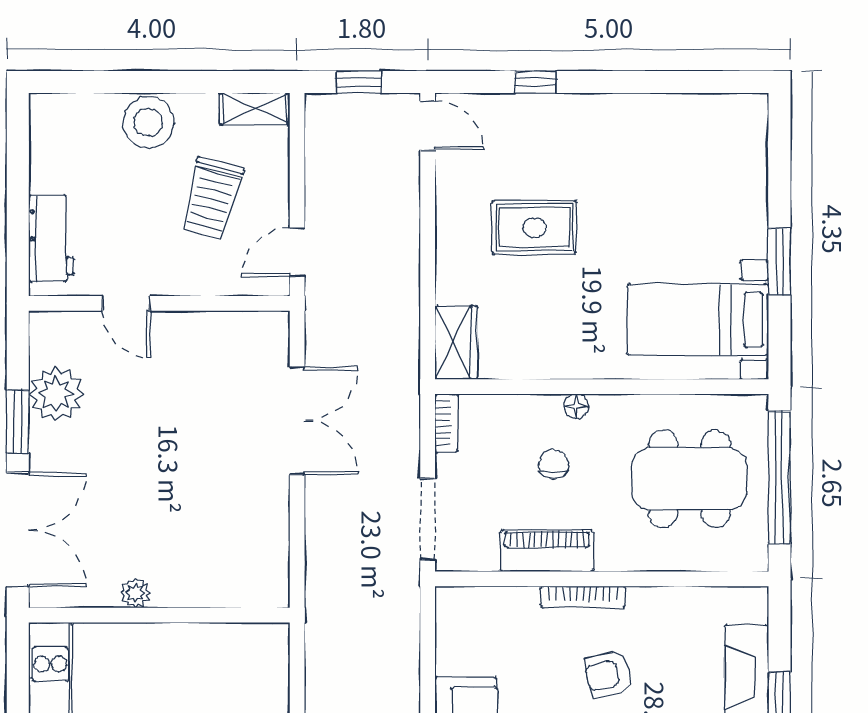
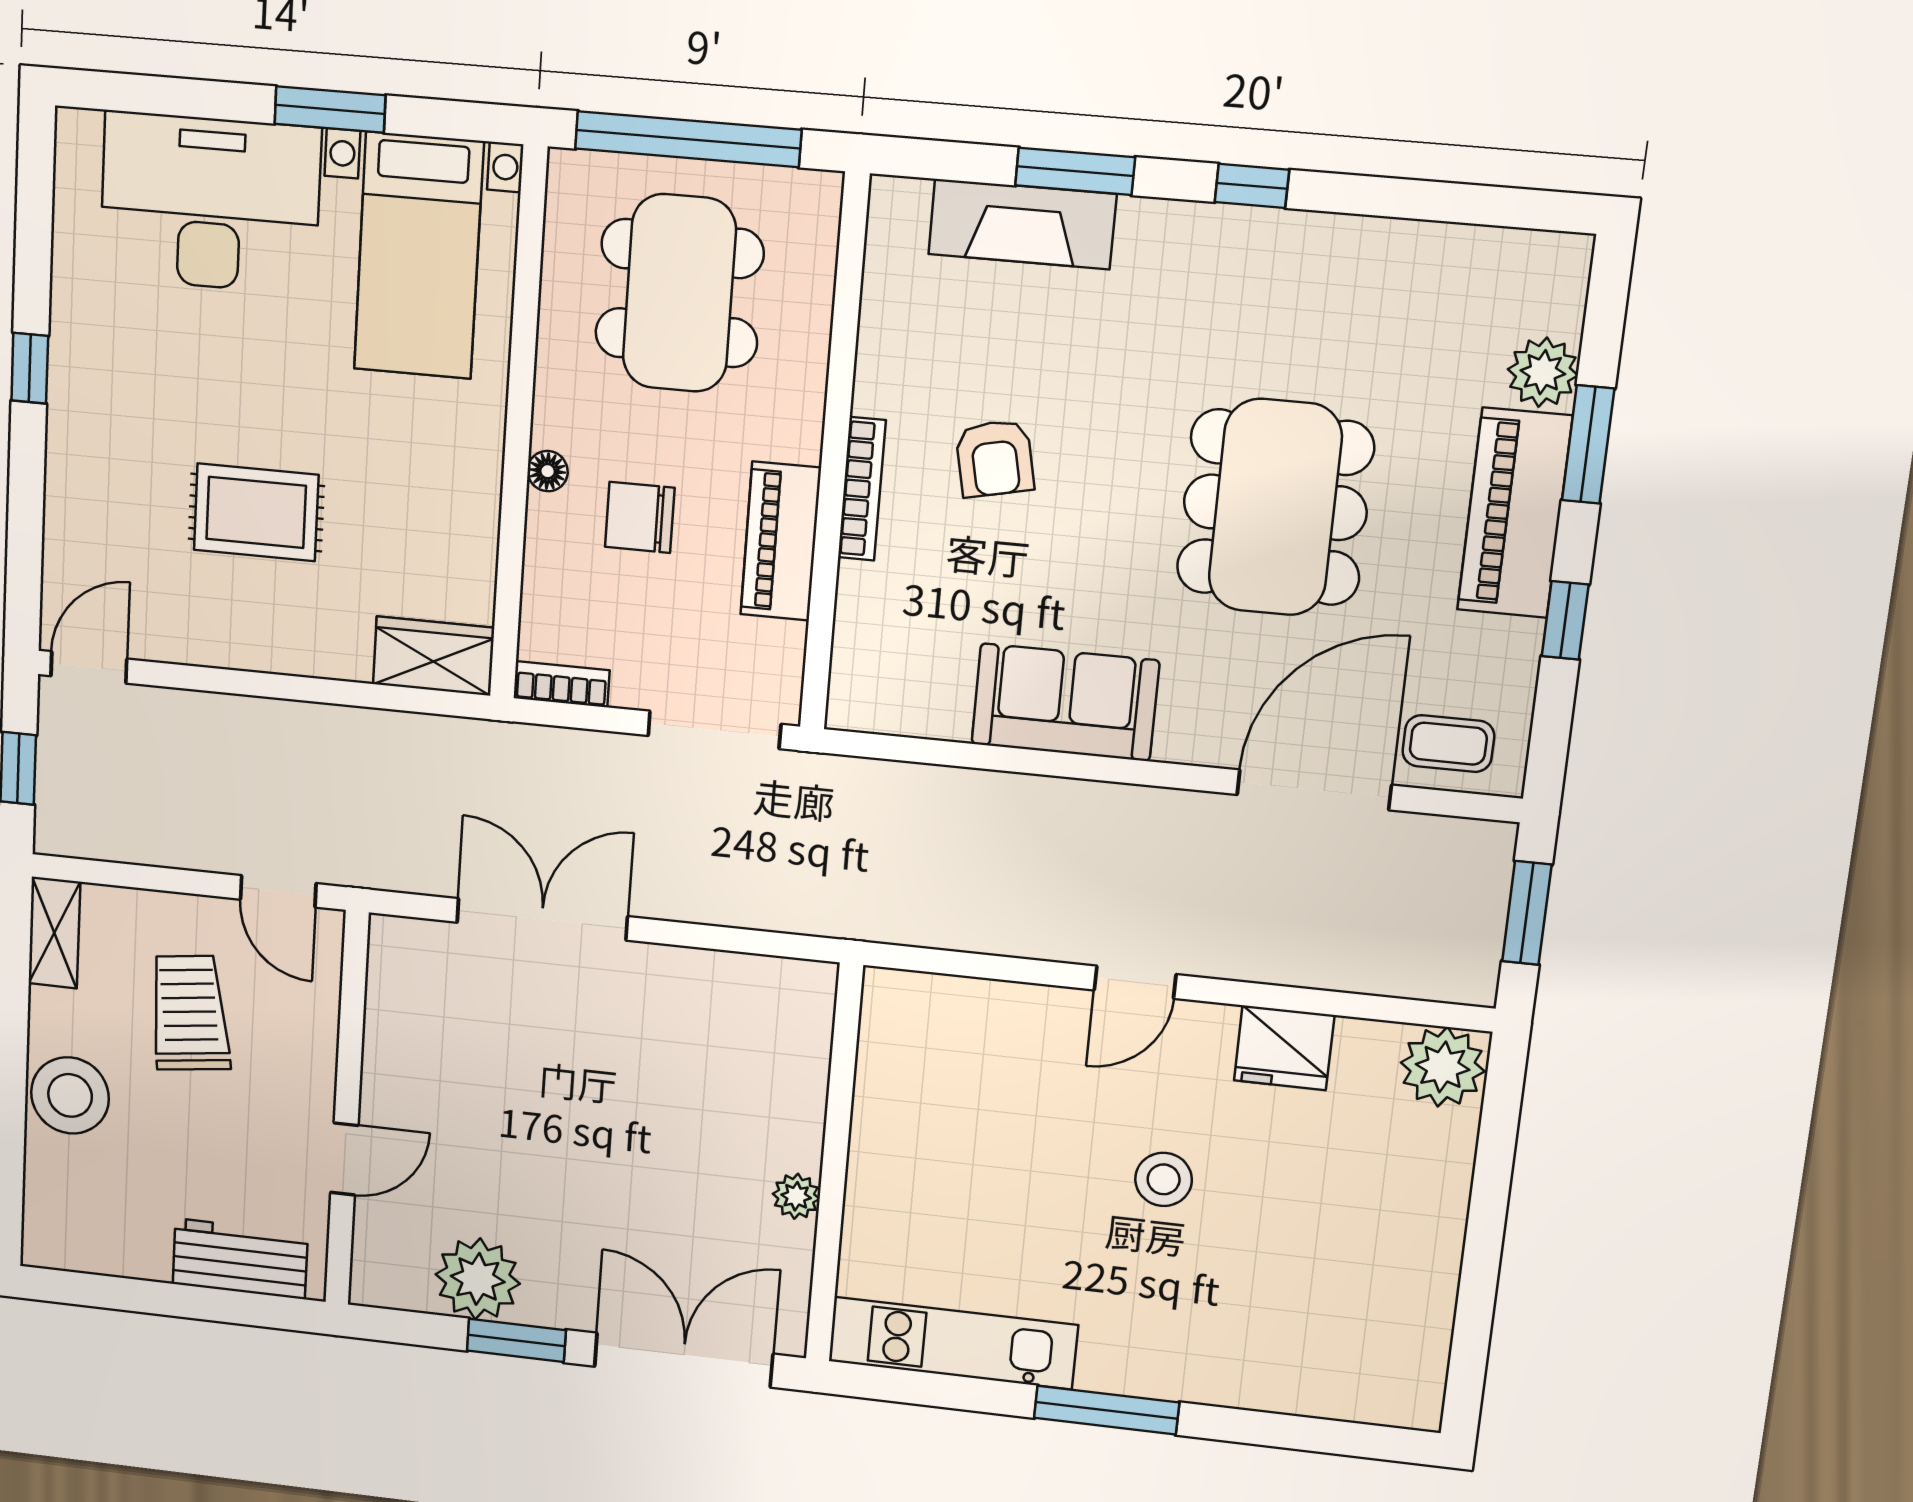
window: (535, 82) -> (30, 368), moved
desk: (719, 191) -> (210, 203), added
trolley: (212, 199) -> (189, 1013), turned -112
rug: (534, 227) -> (256, 512), turned 90
chair: (553, 464) -> (640, 517), width x1.37, depth x1.37

